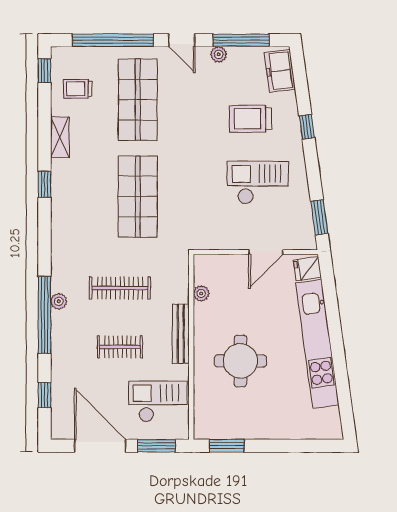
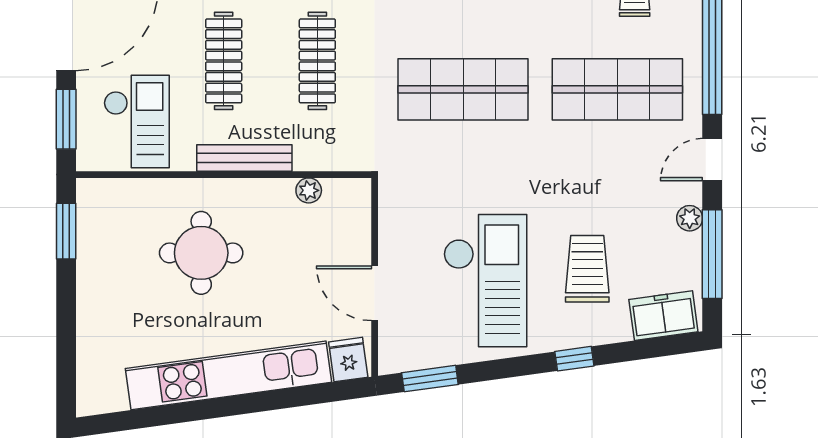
checkout: (258, 183) -> (485, 281), width x1.36, depth x1.21
clothes rail: (120, 347) -> (224, 61), width x1.36

